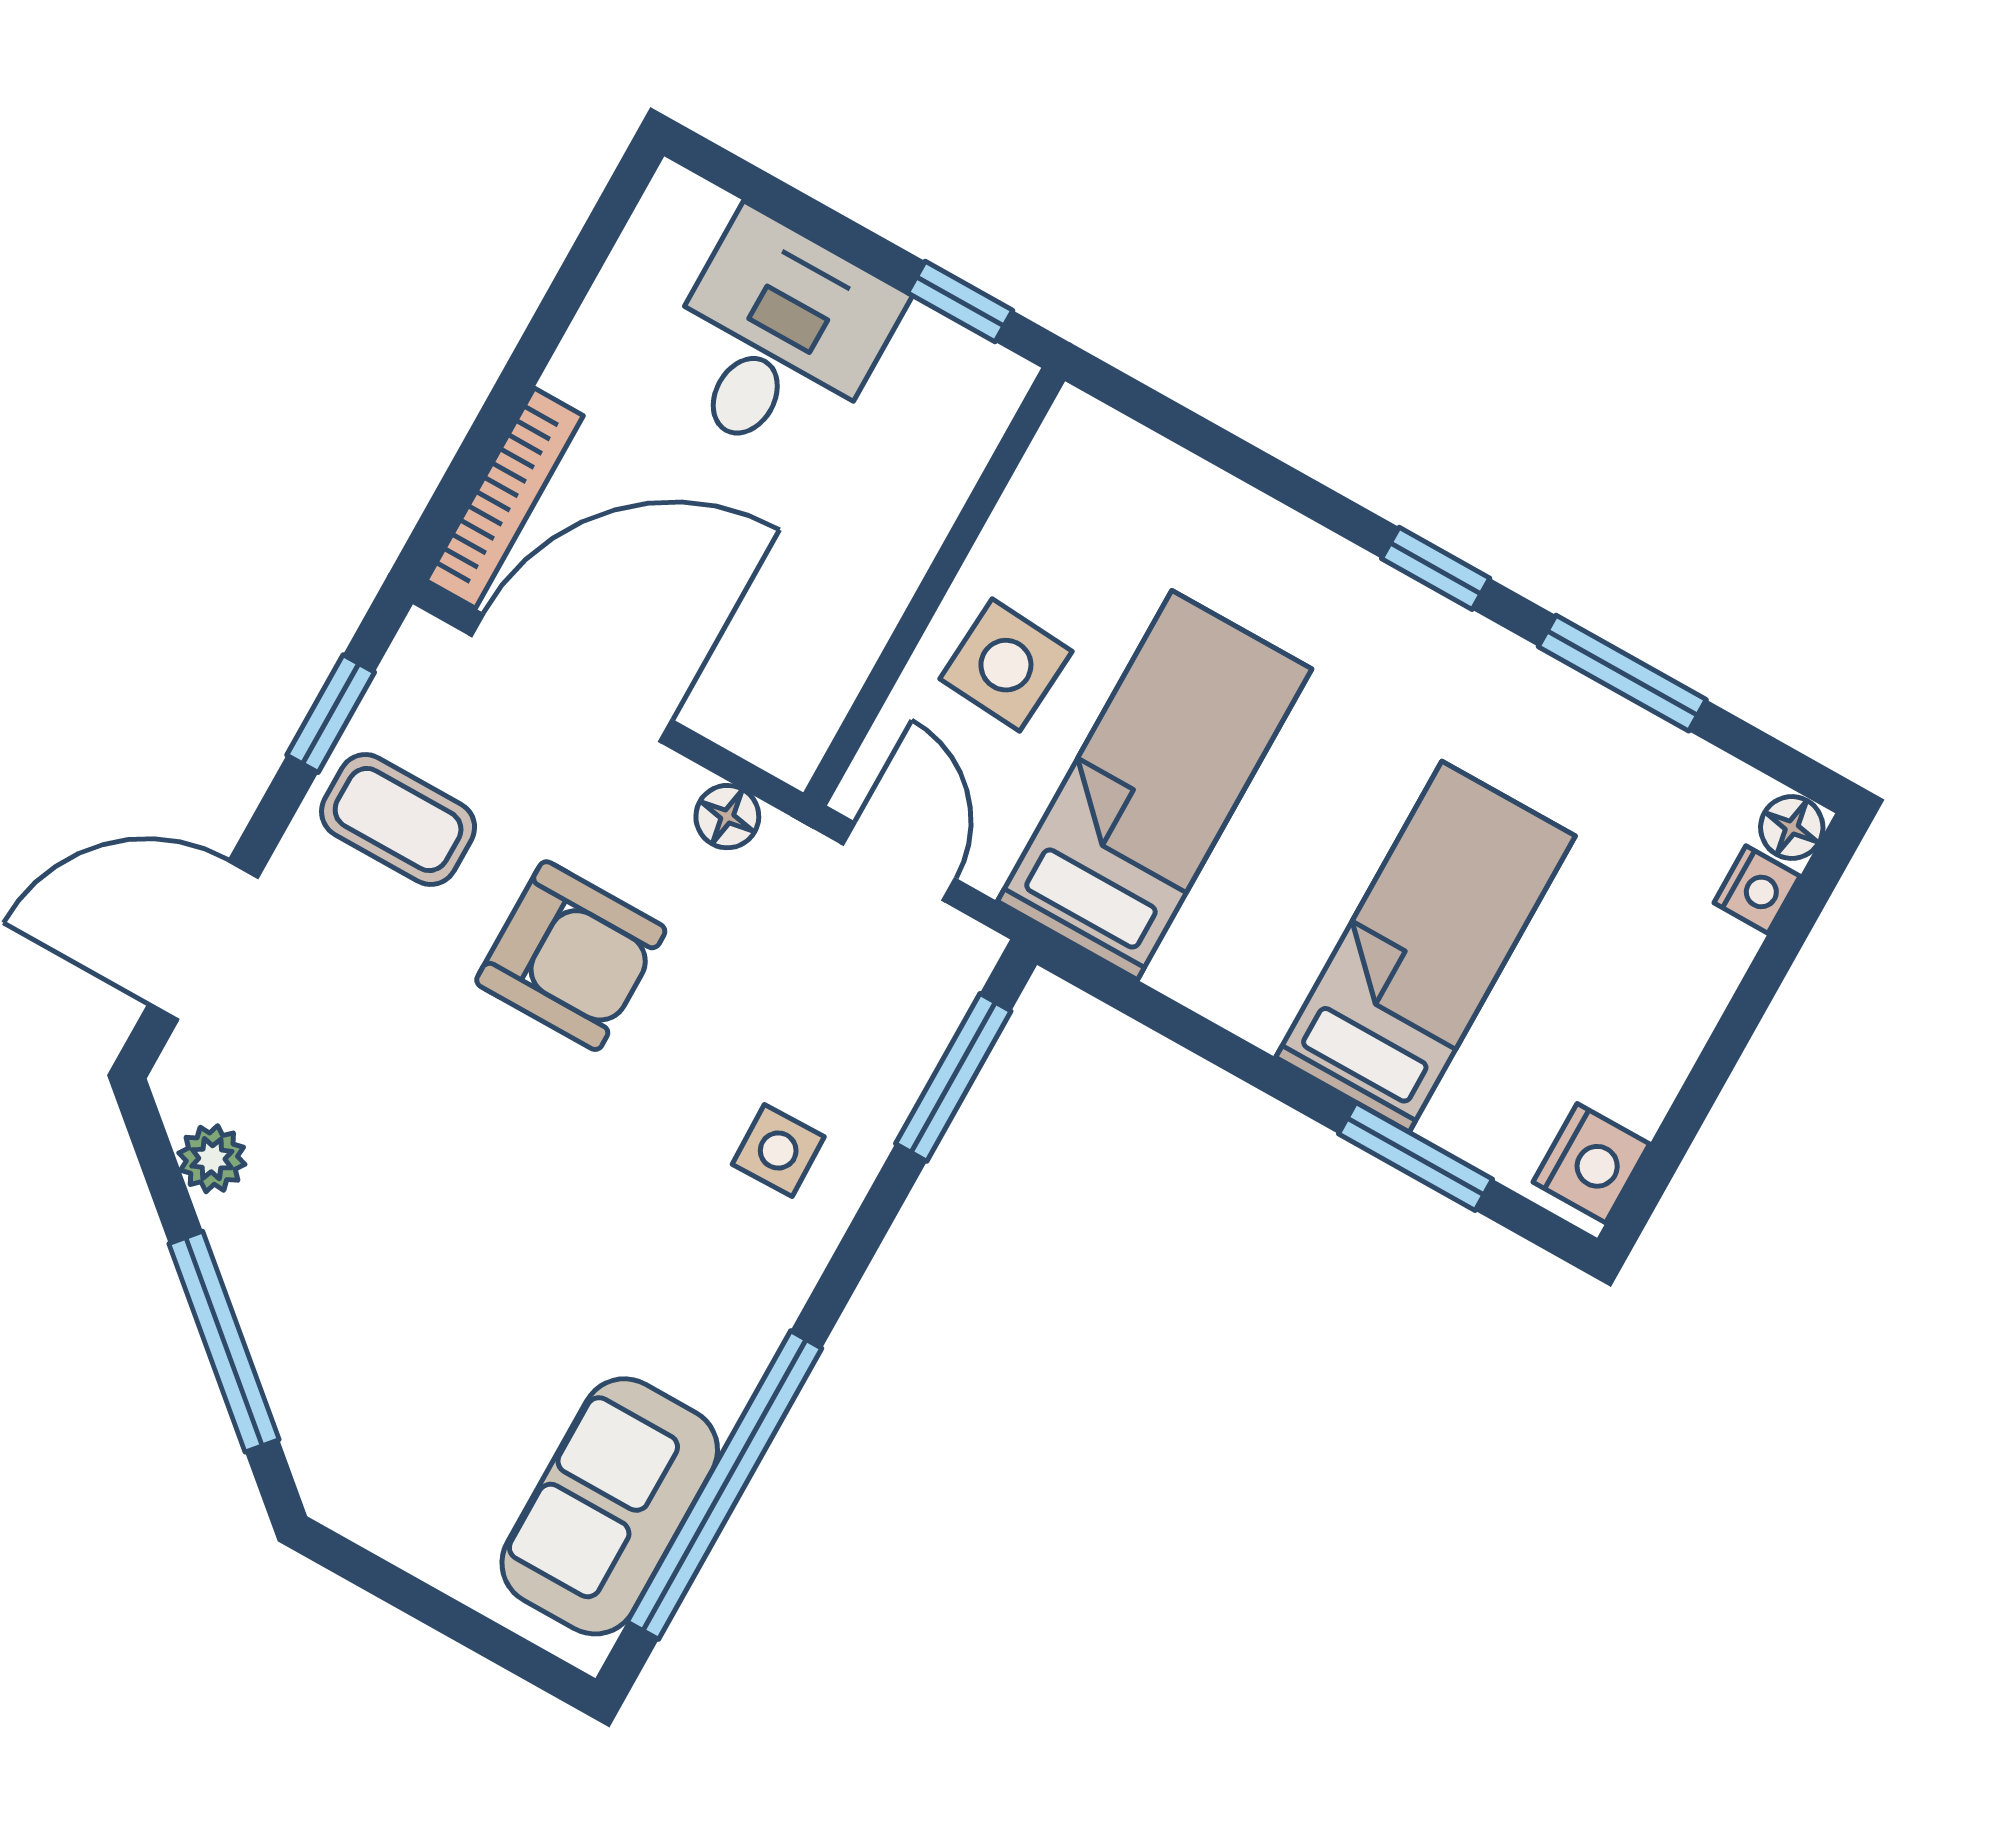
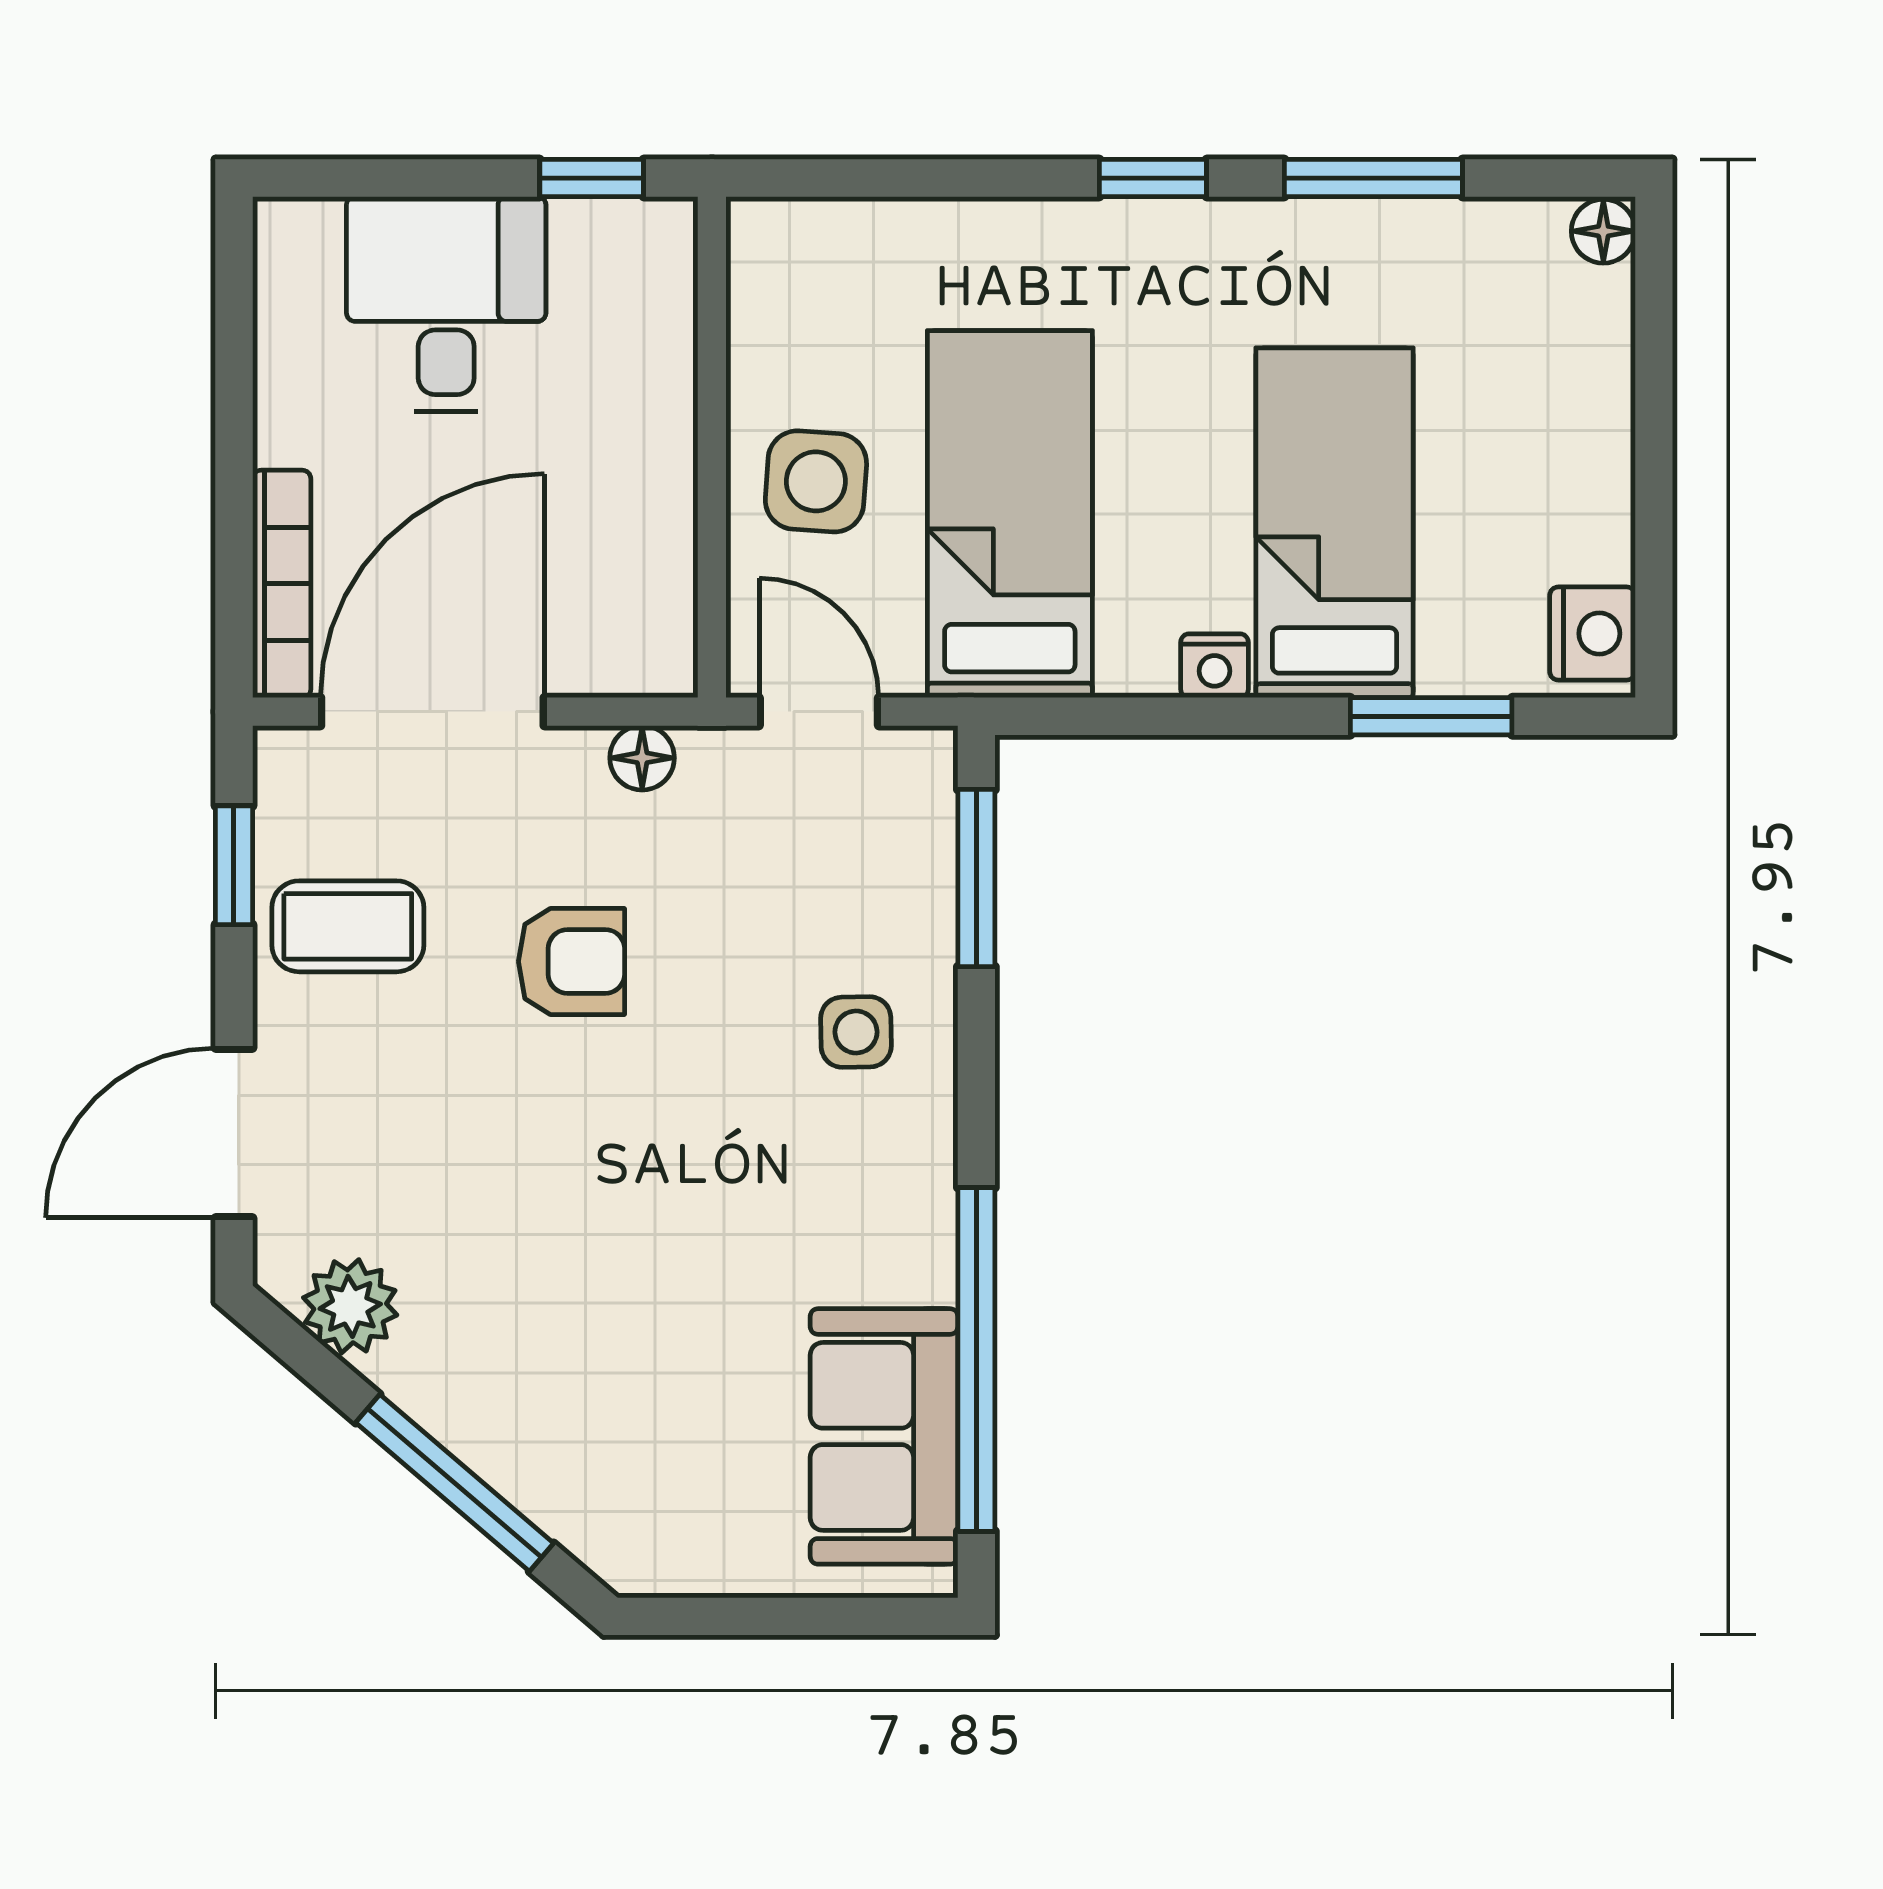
nightstand: (1757, 890) -> (1215, 666), moved, turned 90
armchair: (571, 956) -> (572, 961), width x0.72, depth x0.72
plant: (212, 1159) -> (350, 1306), width x1.38, depth x1.38

